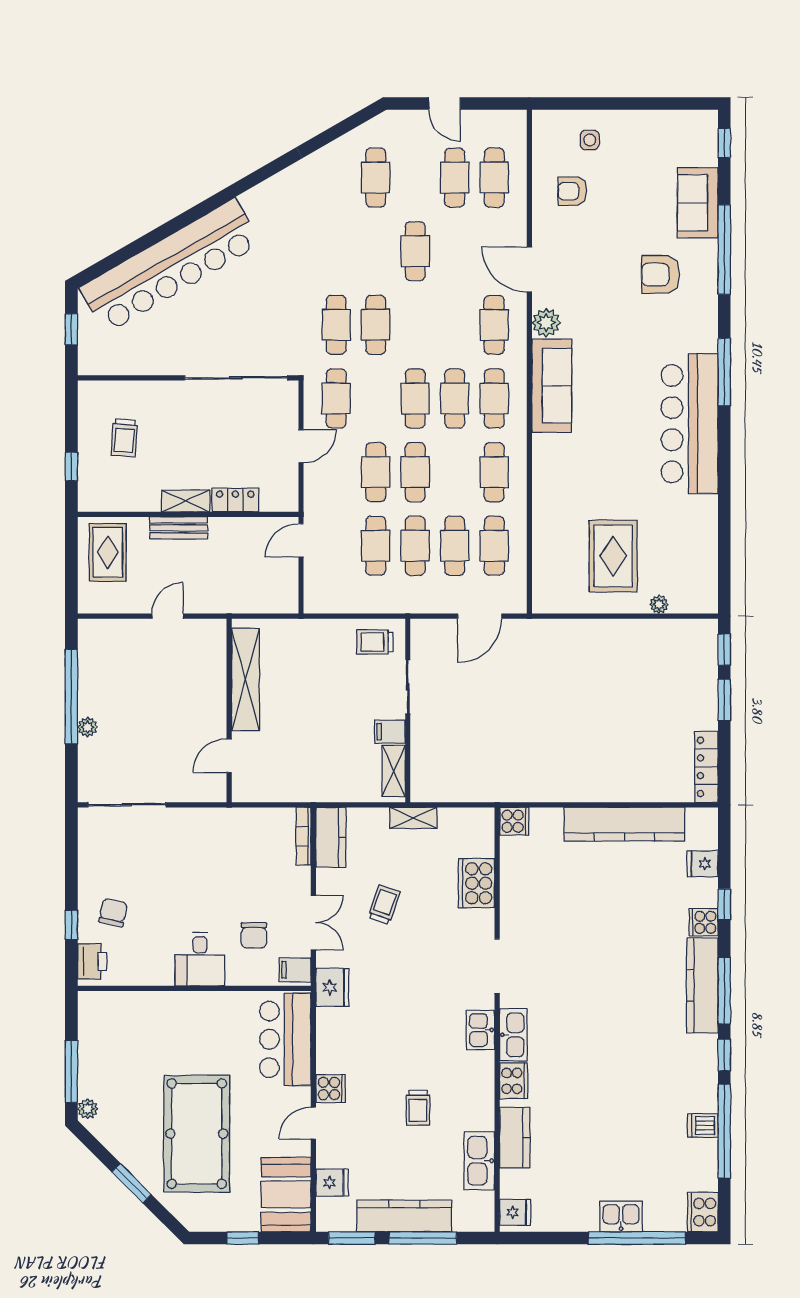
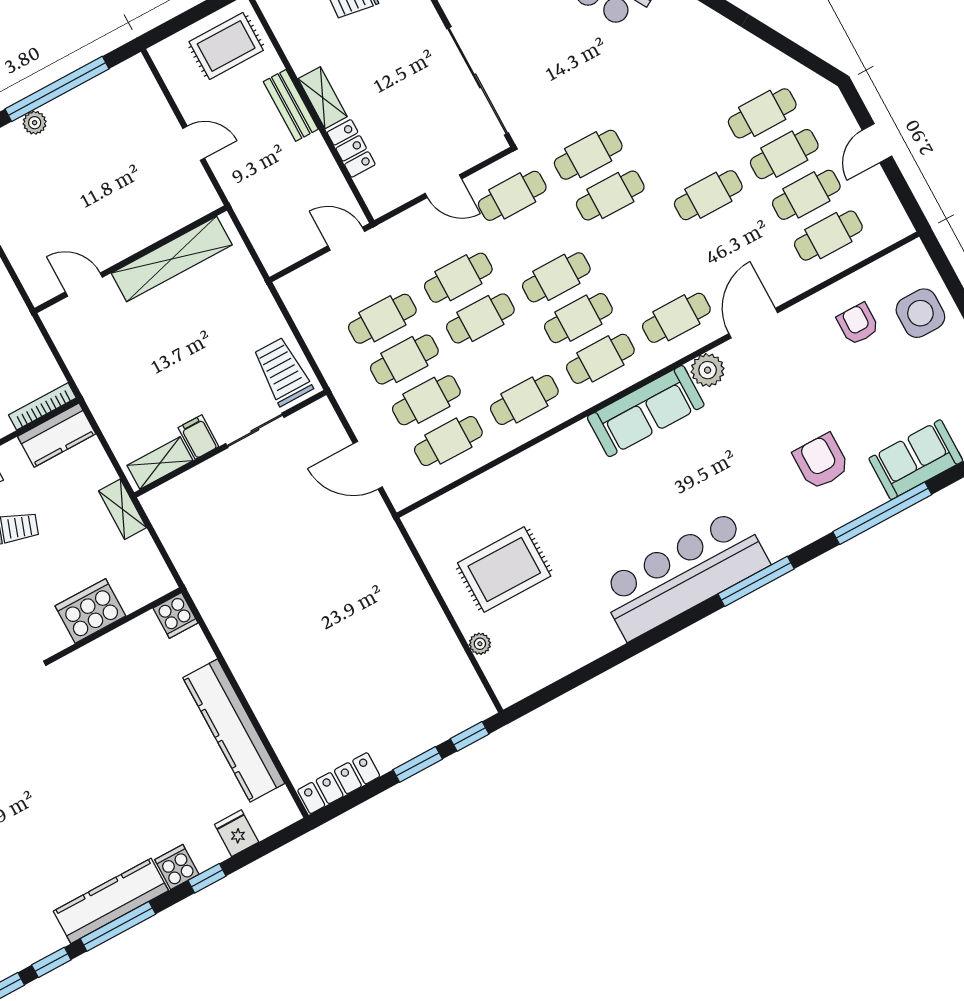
side table: (590, 140) -> (920, 313), width x1.87, depth x1.87
cafe table: (415, 178) -> (784, 154), added
trolley: (375, 642) -> (283, 372), width x1.36, depth x1.39

